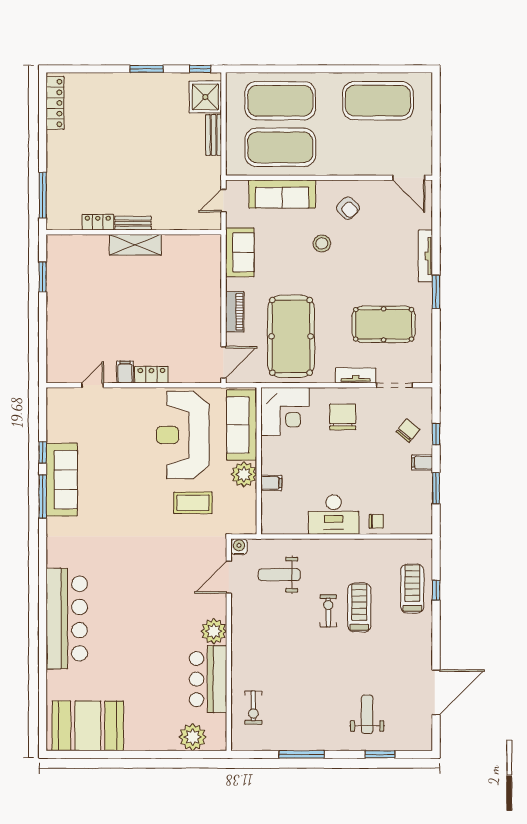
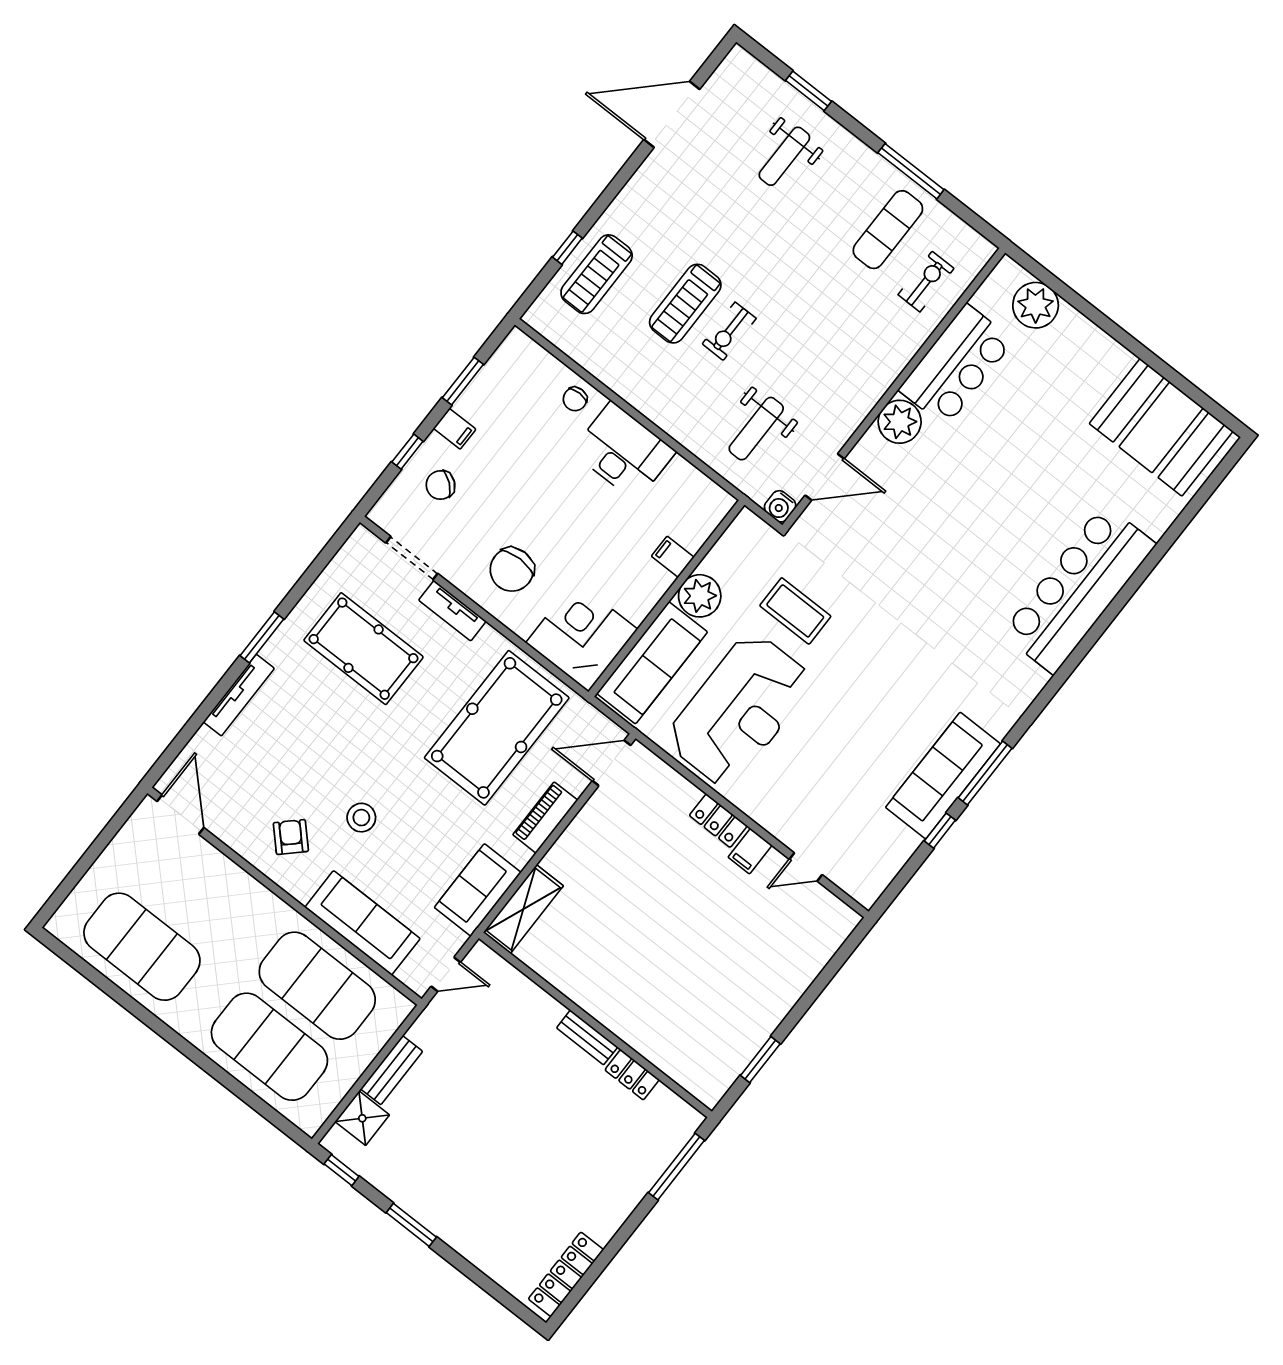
shower: (205, 97) -> (362, 1118), width x0.73, depth x0.73
shelving: (135, 245) -> (523, 909), moved, turned 90
chair: (376, 521) -> (575, 399), turned -90
weight bench: (279, 575) -> (756, 429), turned 90
exercise mat: (291, 718) -> (888, 230), added

